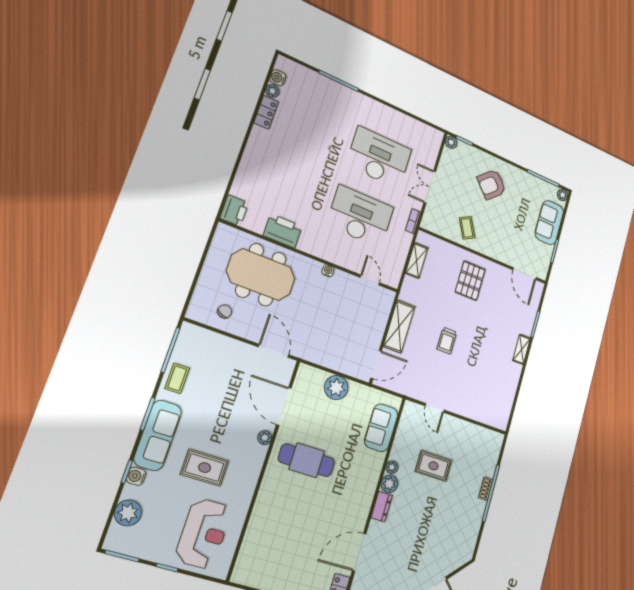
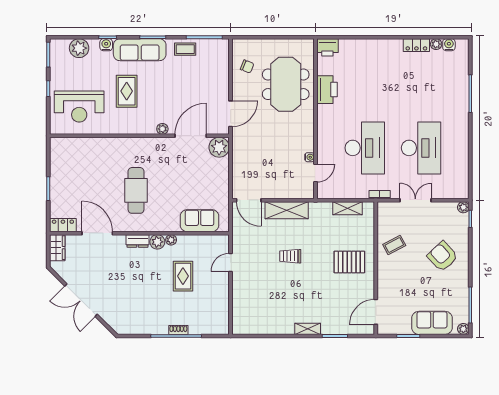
water cooler: (328, 271) -> (309, 157), moved
plant: (336, 388) -> (219, 147), moved
cafe table: (307, 460) -> (136, 190), moved

